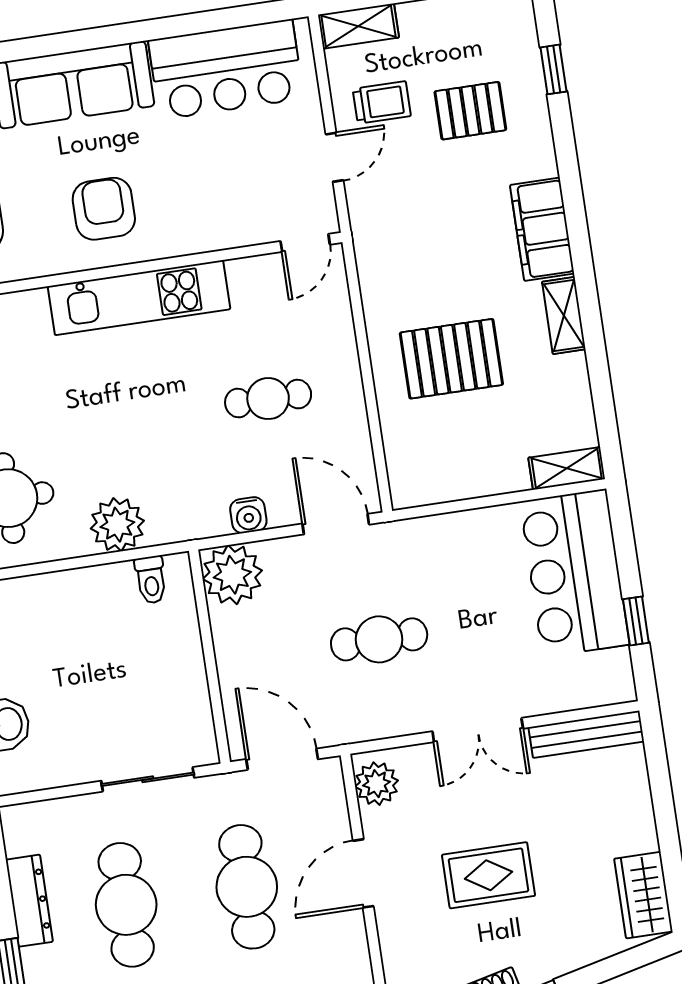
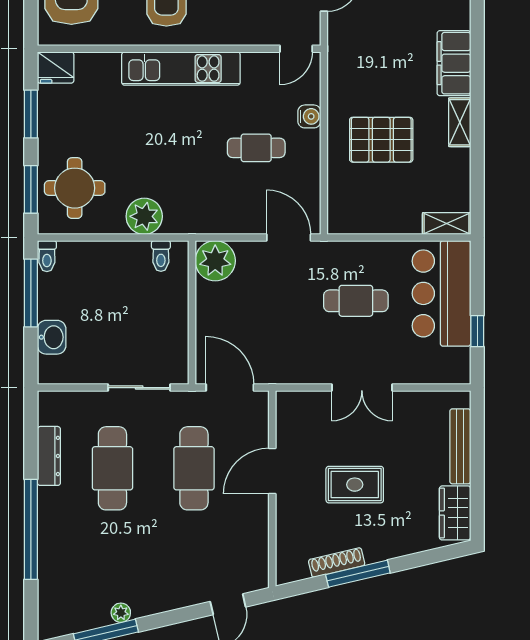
water cooler: (248, 515) -> (309, 116), moved, turned -90
cafe table: (379, 639) -> (356, 301), moved
bench: (586, 734) -> (460, 446), moved, turned 90
plant: (377, 784) -> (290, 413), removed

